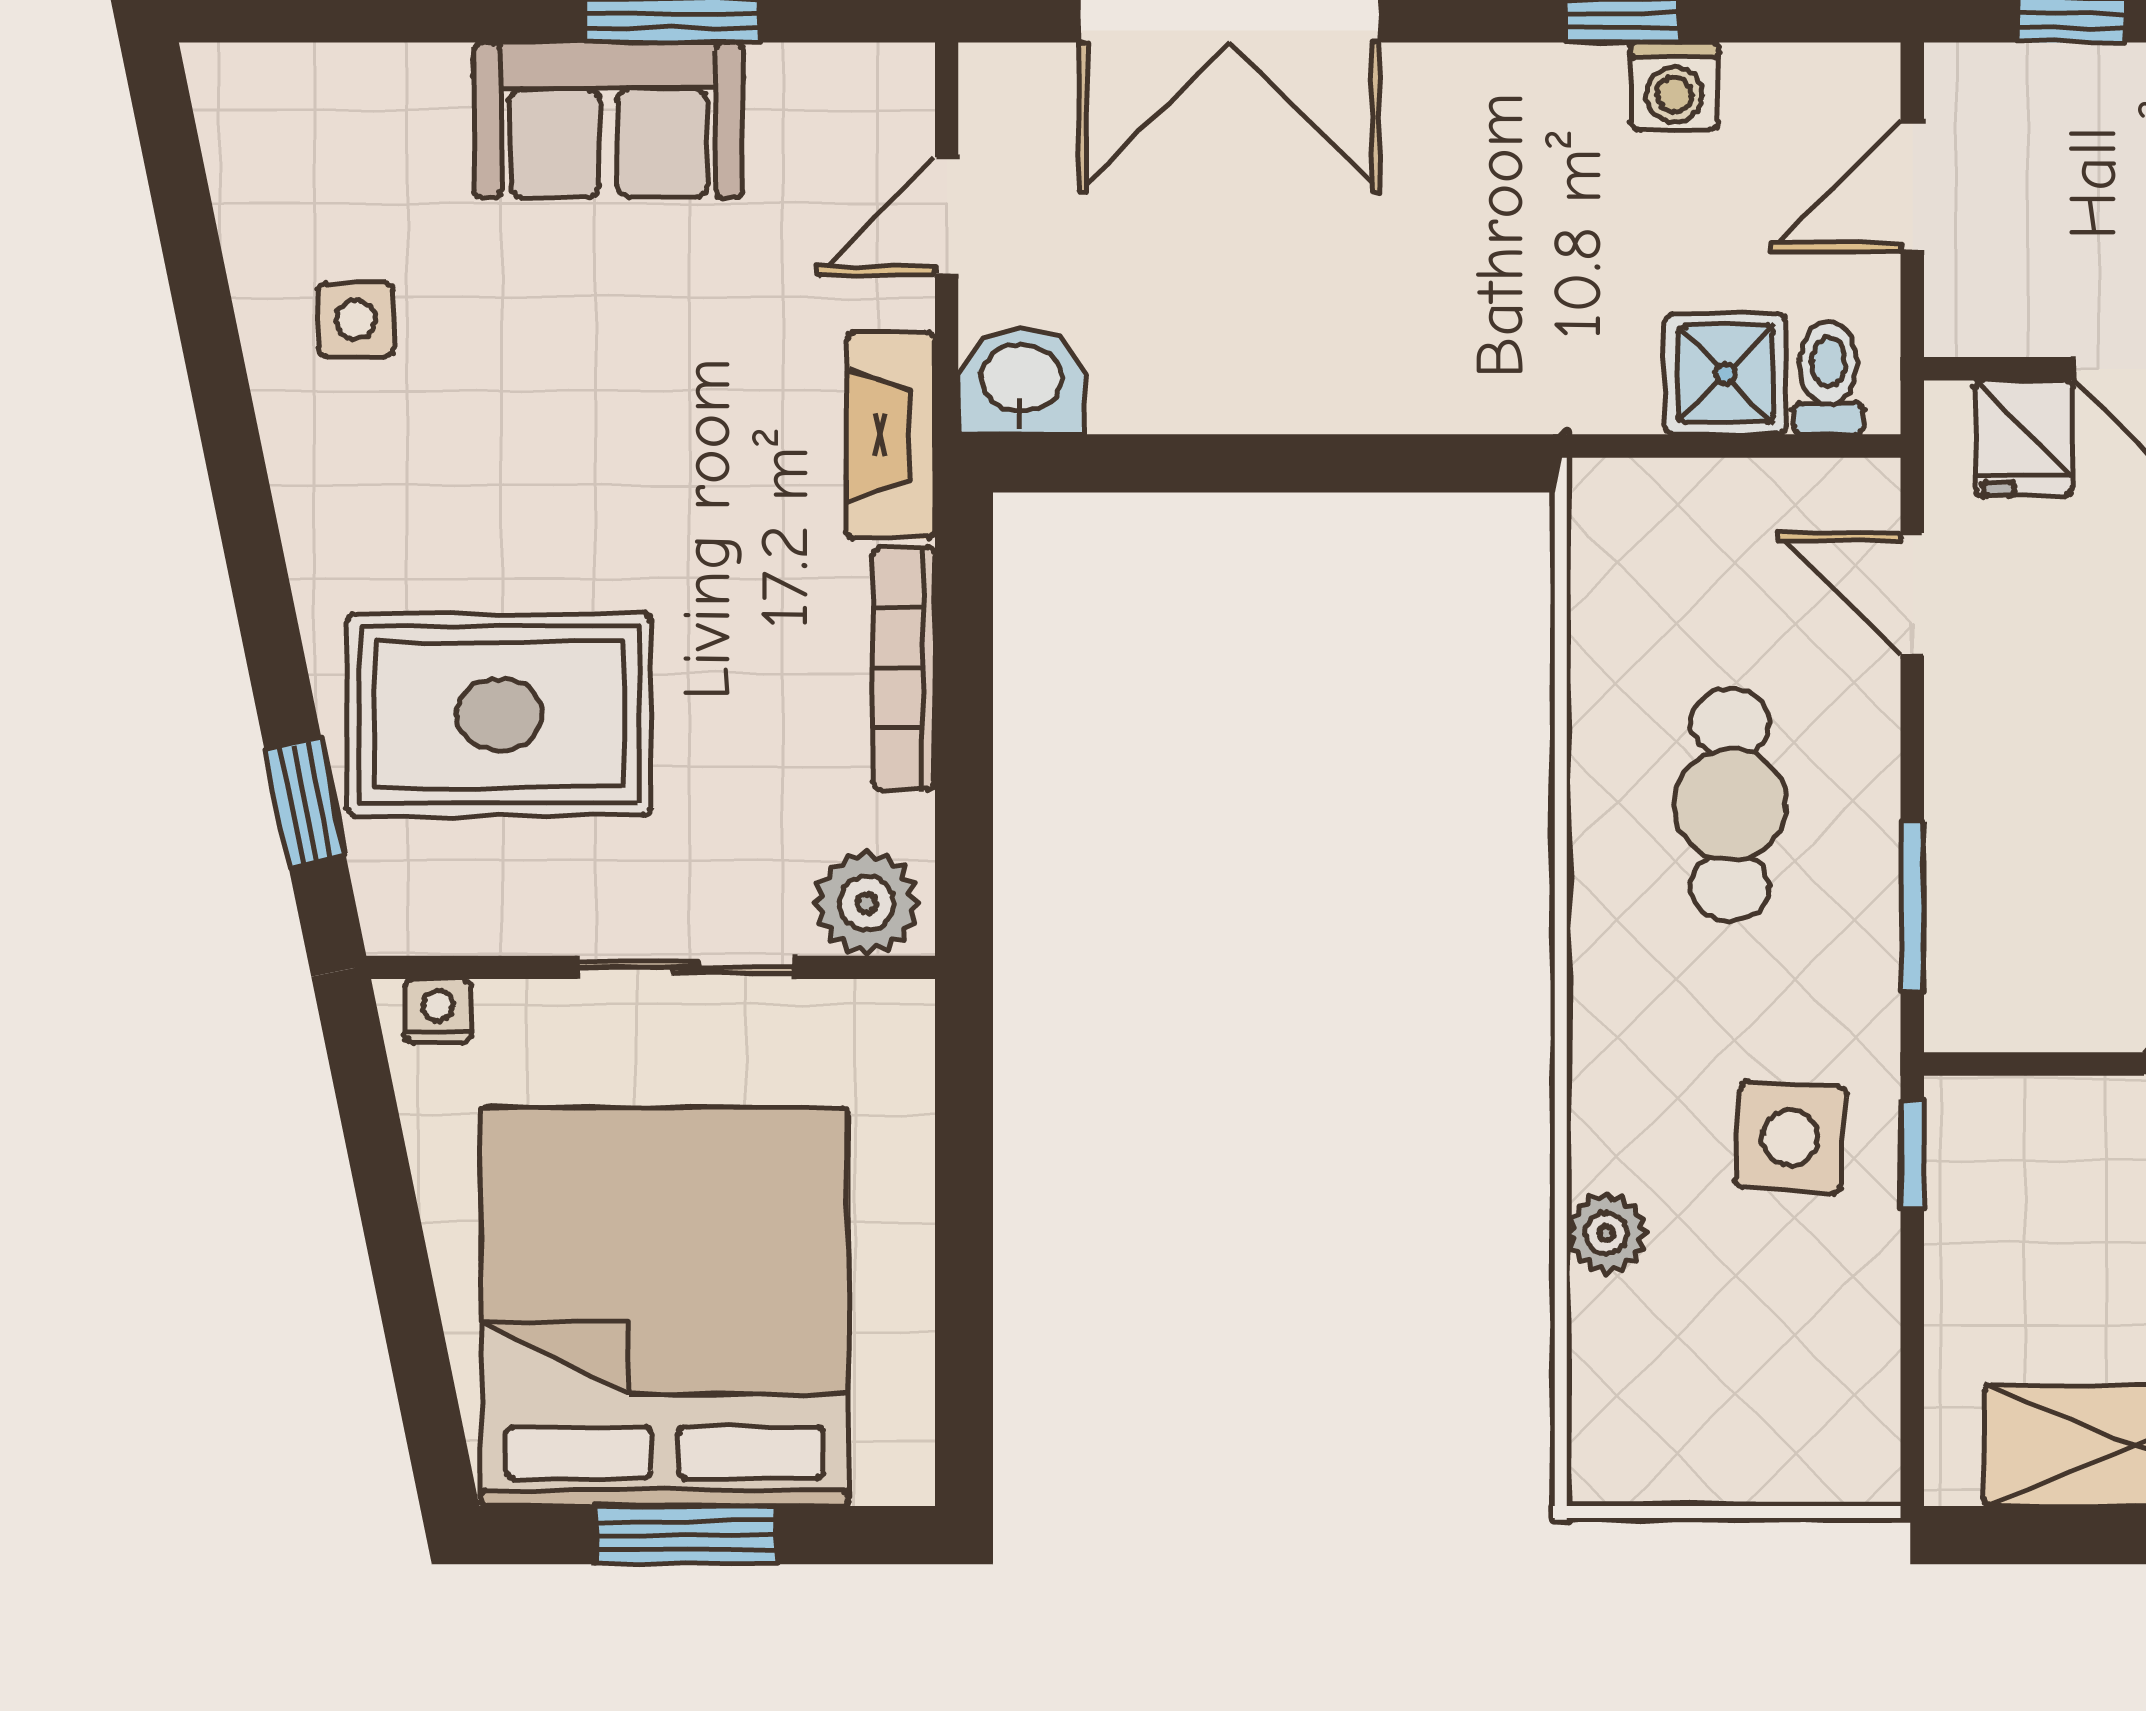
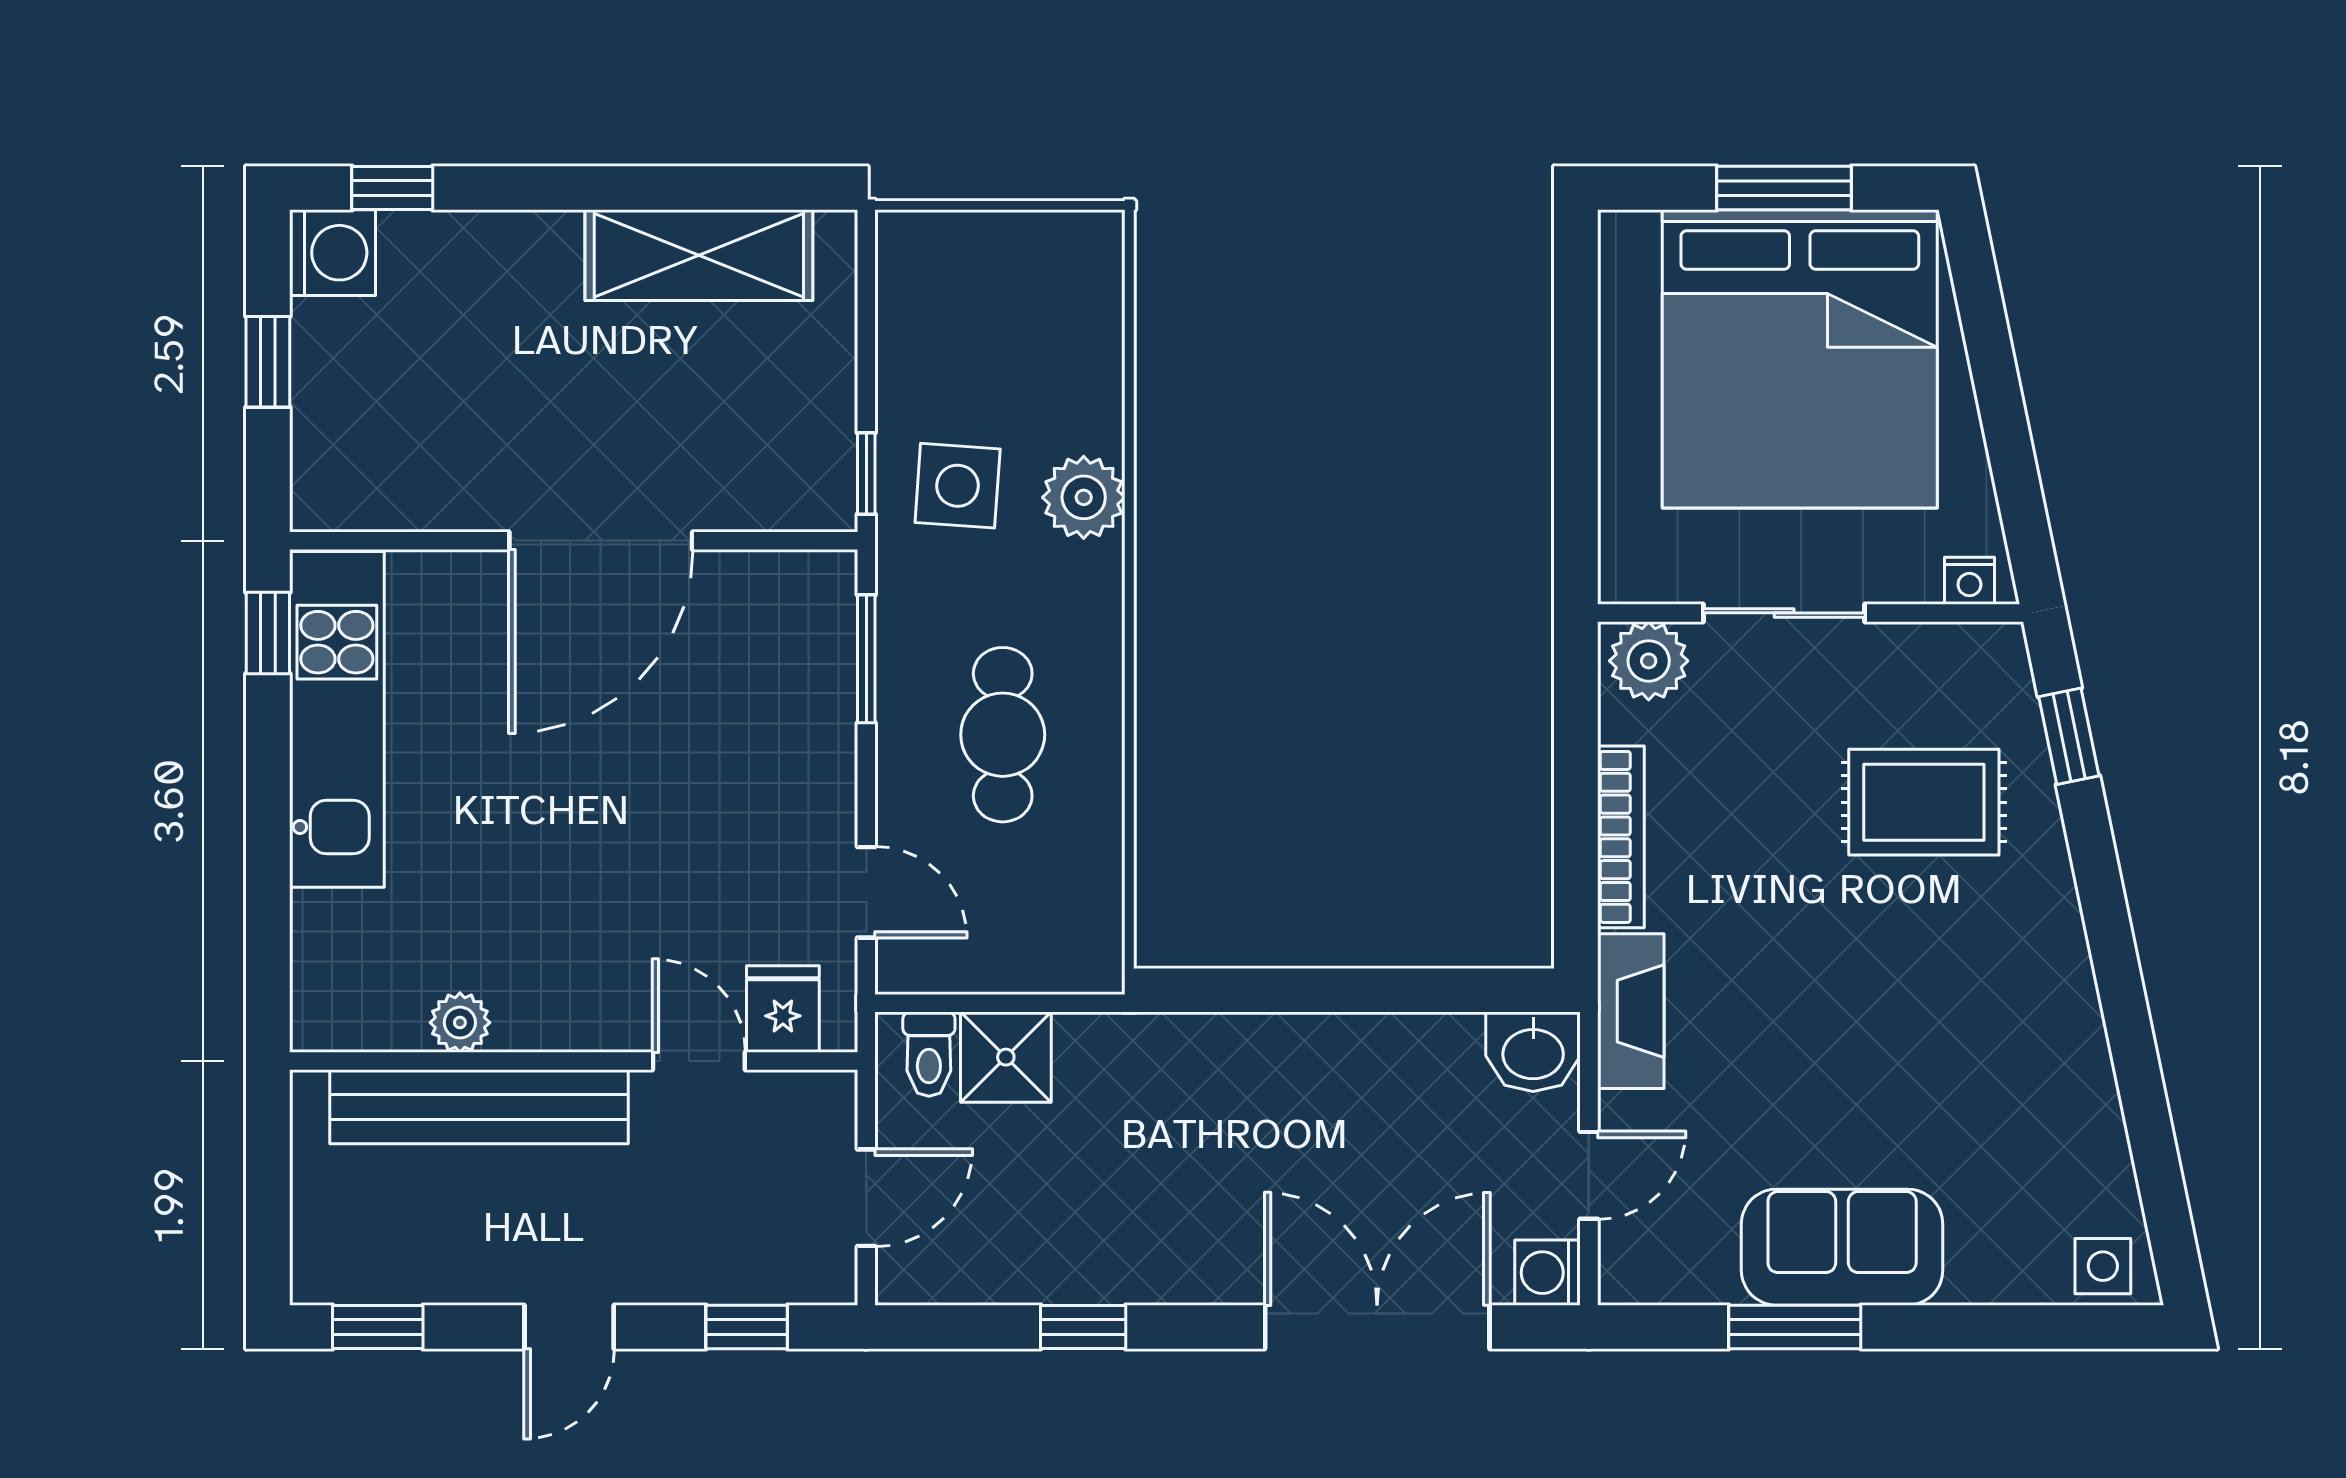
washing machine: (1674, 86) -> (1548, 1273), moved, turned -90
side table: (356, 319) -> (2103, 1266), moved
rug: (499, 715) -> (1924, 802), width x0.73, depth x0.70
plant: (1607, 1234) -> (1084, 497), moved, width x1.38, depth x1.38

